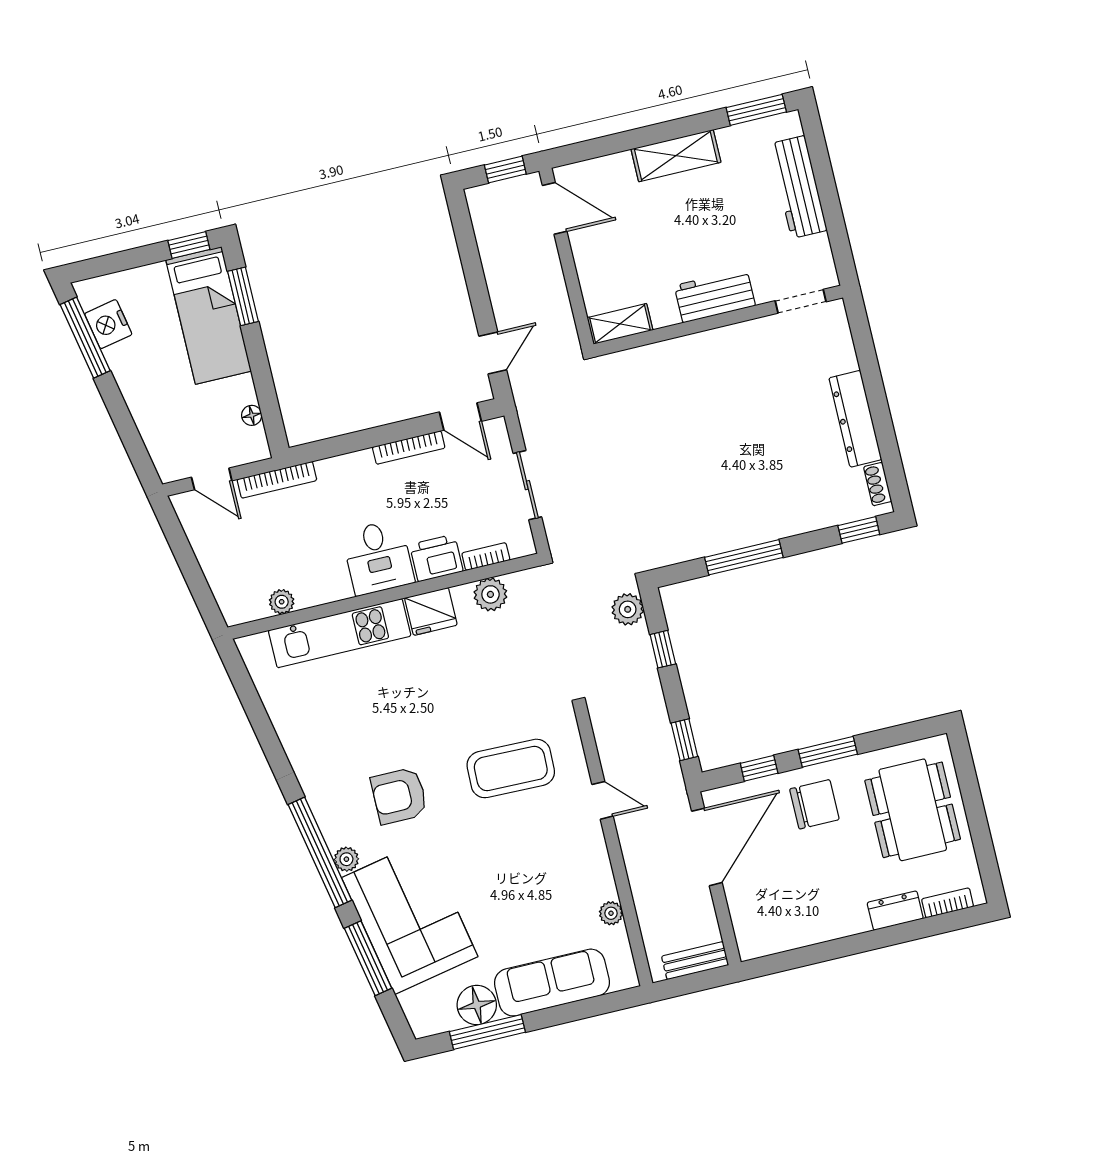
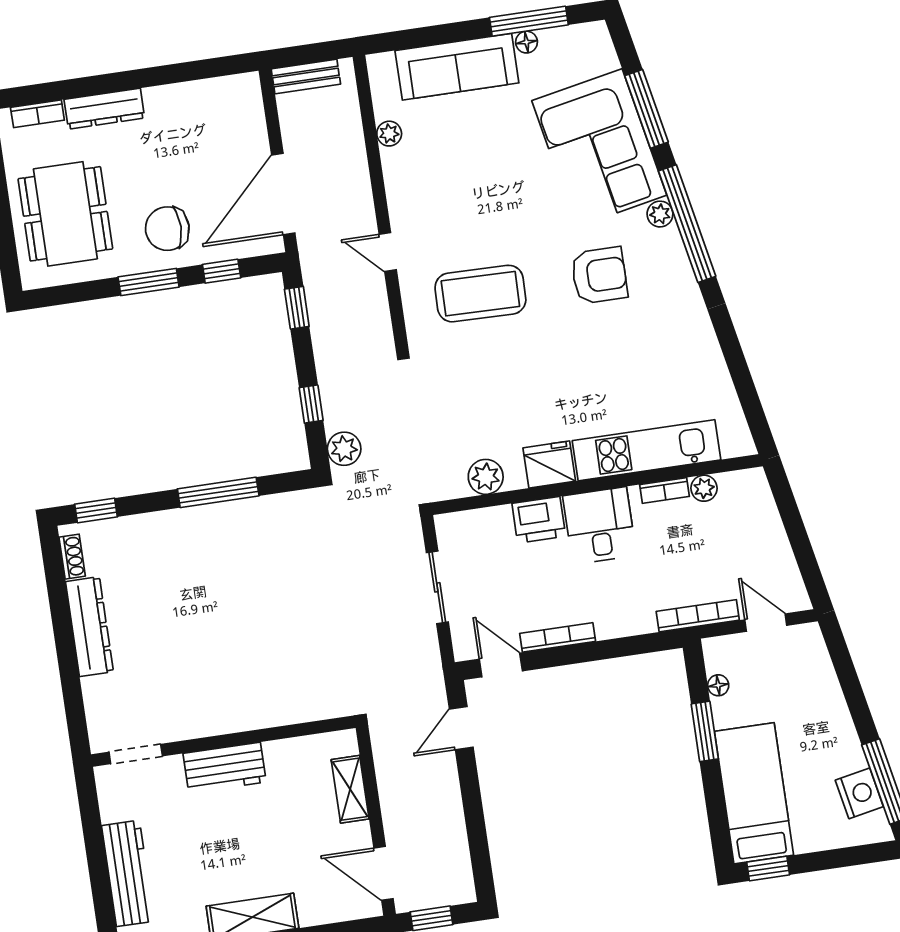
window: (243, 296) -> (705, 731), moved
shelving: (620, 324) -> (350, 789), moved, turned 90
bookcase: (486, 557) -> (664, 491), moved
dresser: (895, 911) -> (104, 109), width x1.44
floor lamp: (477, 1005) -> (527, 42), width x0.53, depth x0.53

